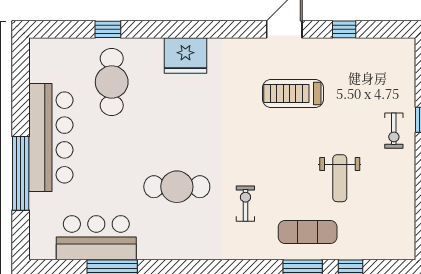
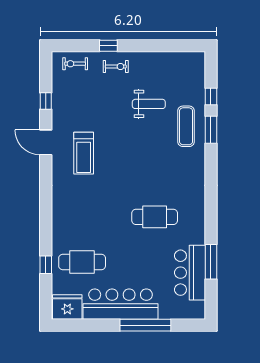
fridge: (185, 56) -> (67, 307), moved, turned -90
treadmill: (293, 93) -> (84, 153), moved
cafe table: (177, 187) -> (155, 217), turned 90
exercise bike: (245, 204) -> (75, 64), moved

